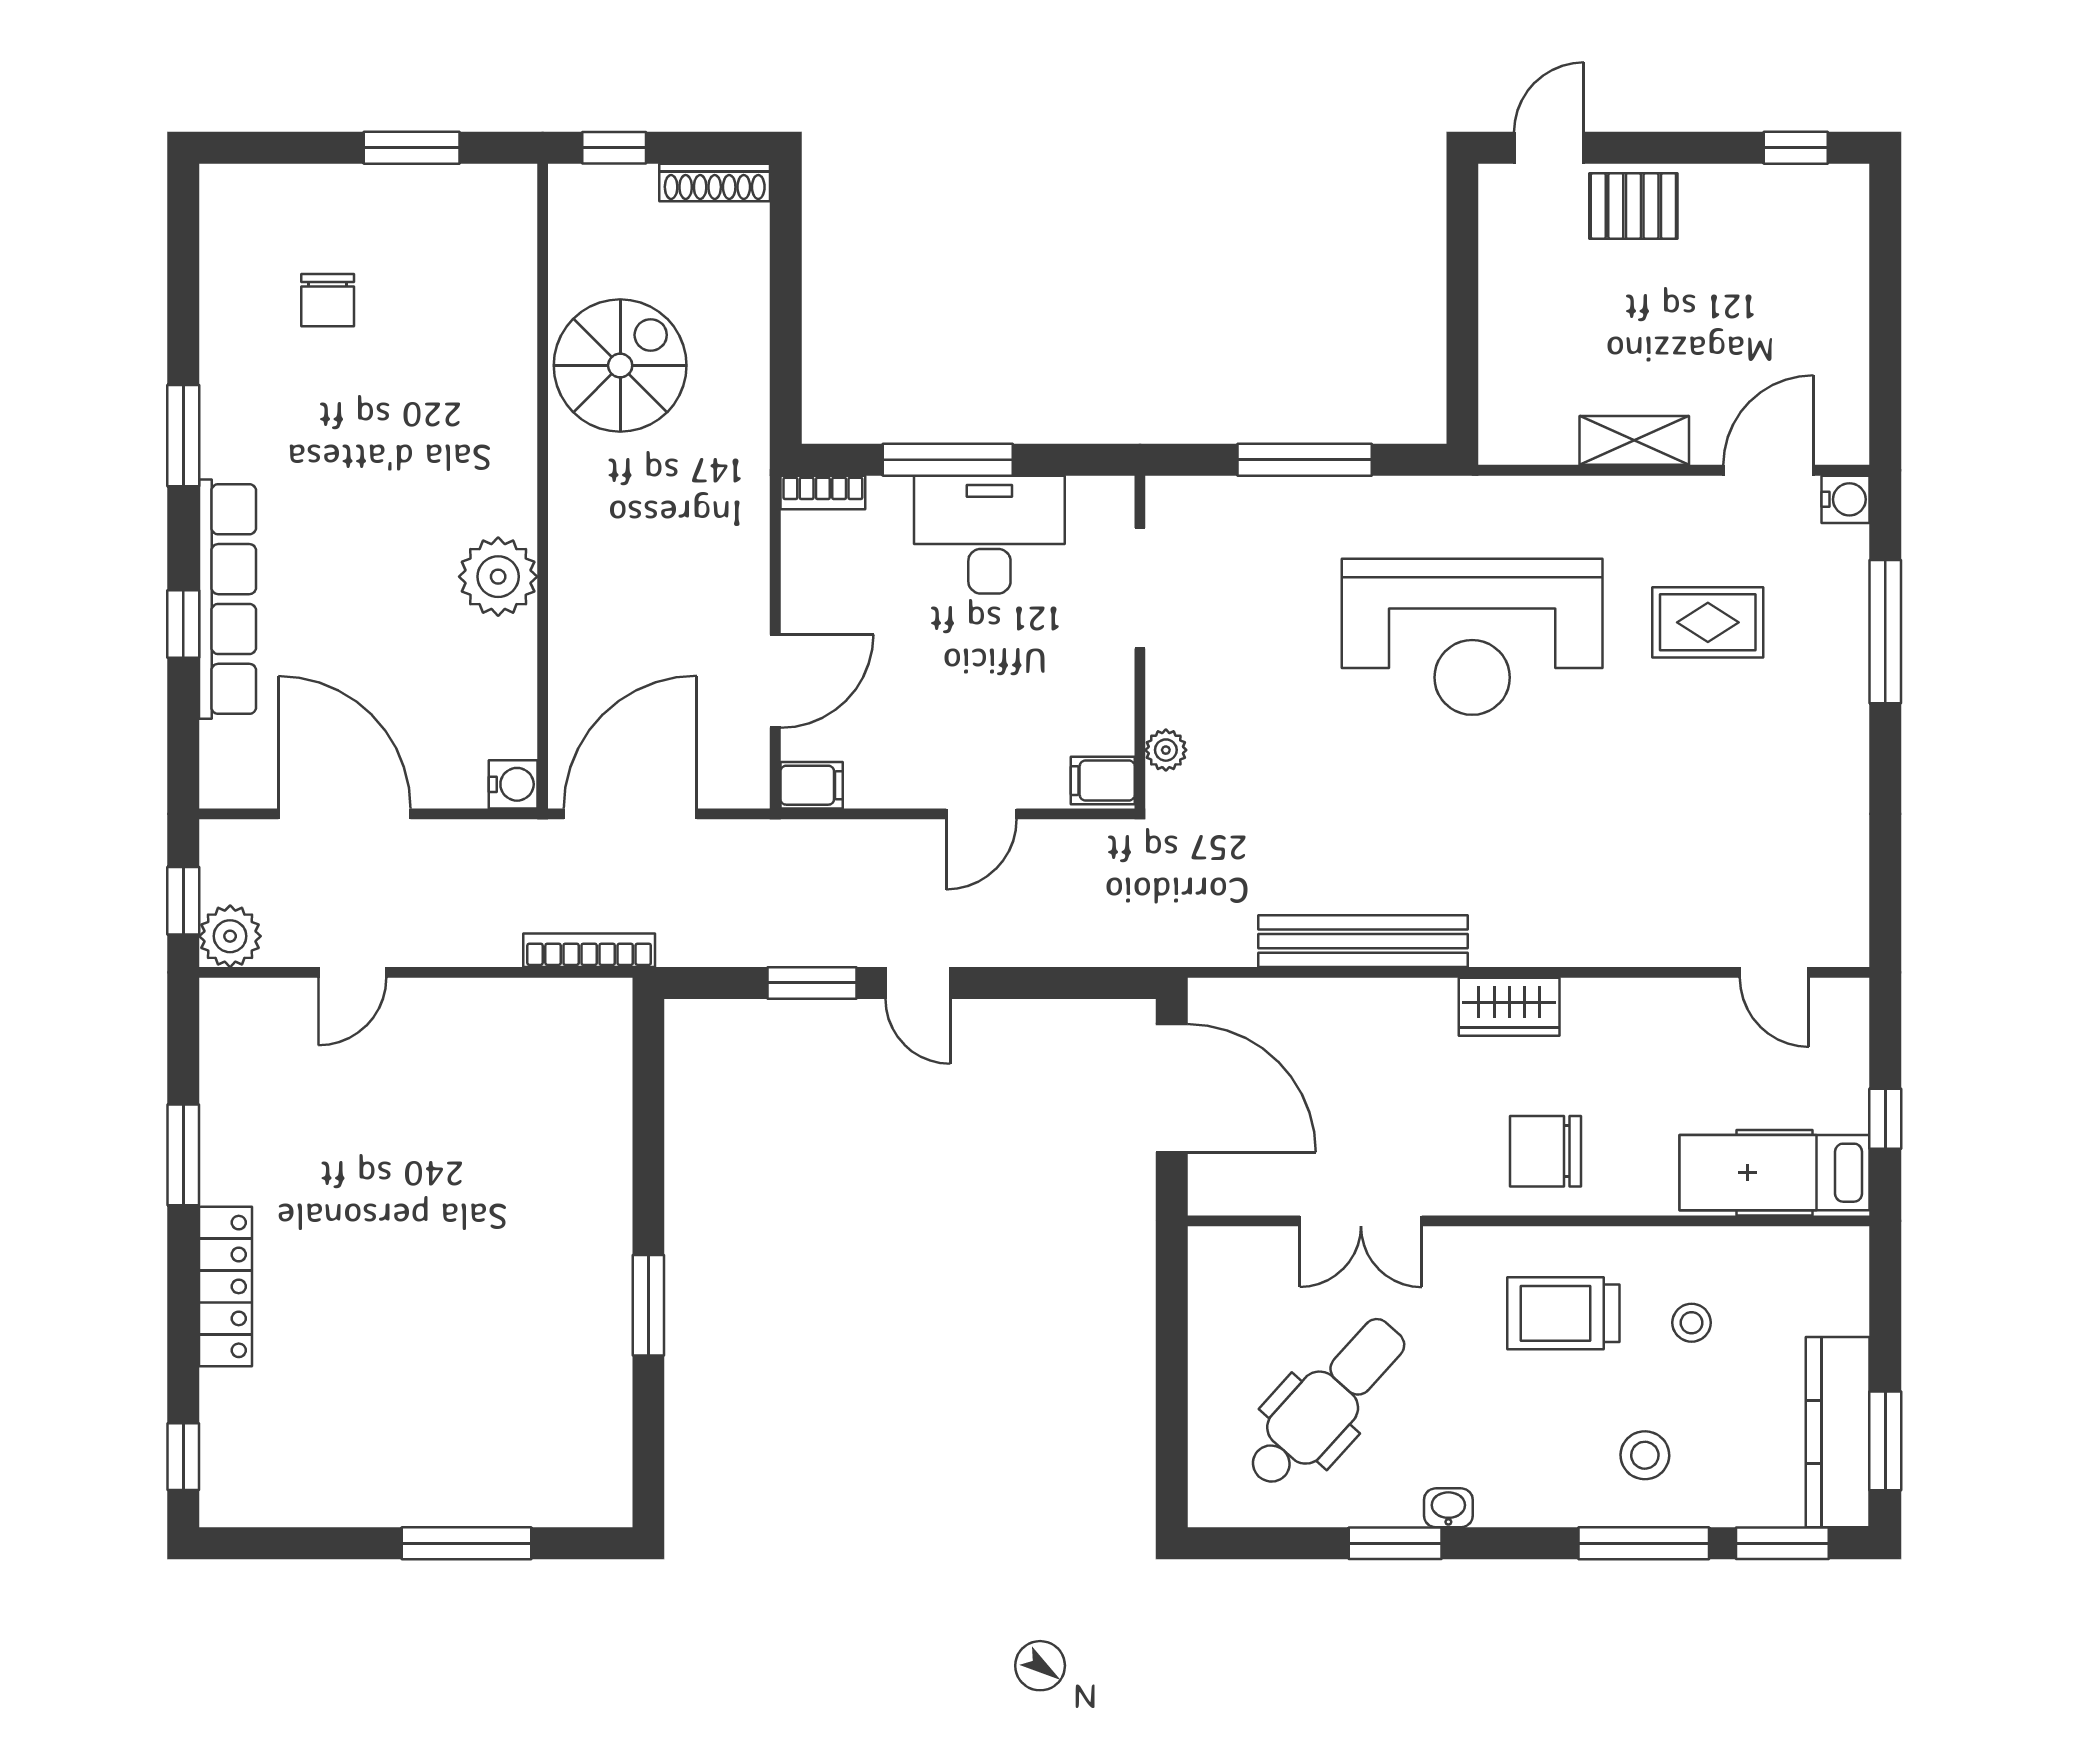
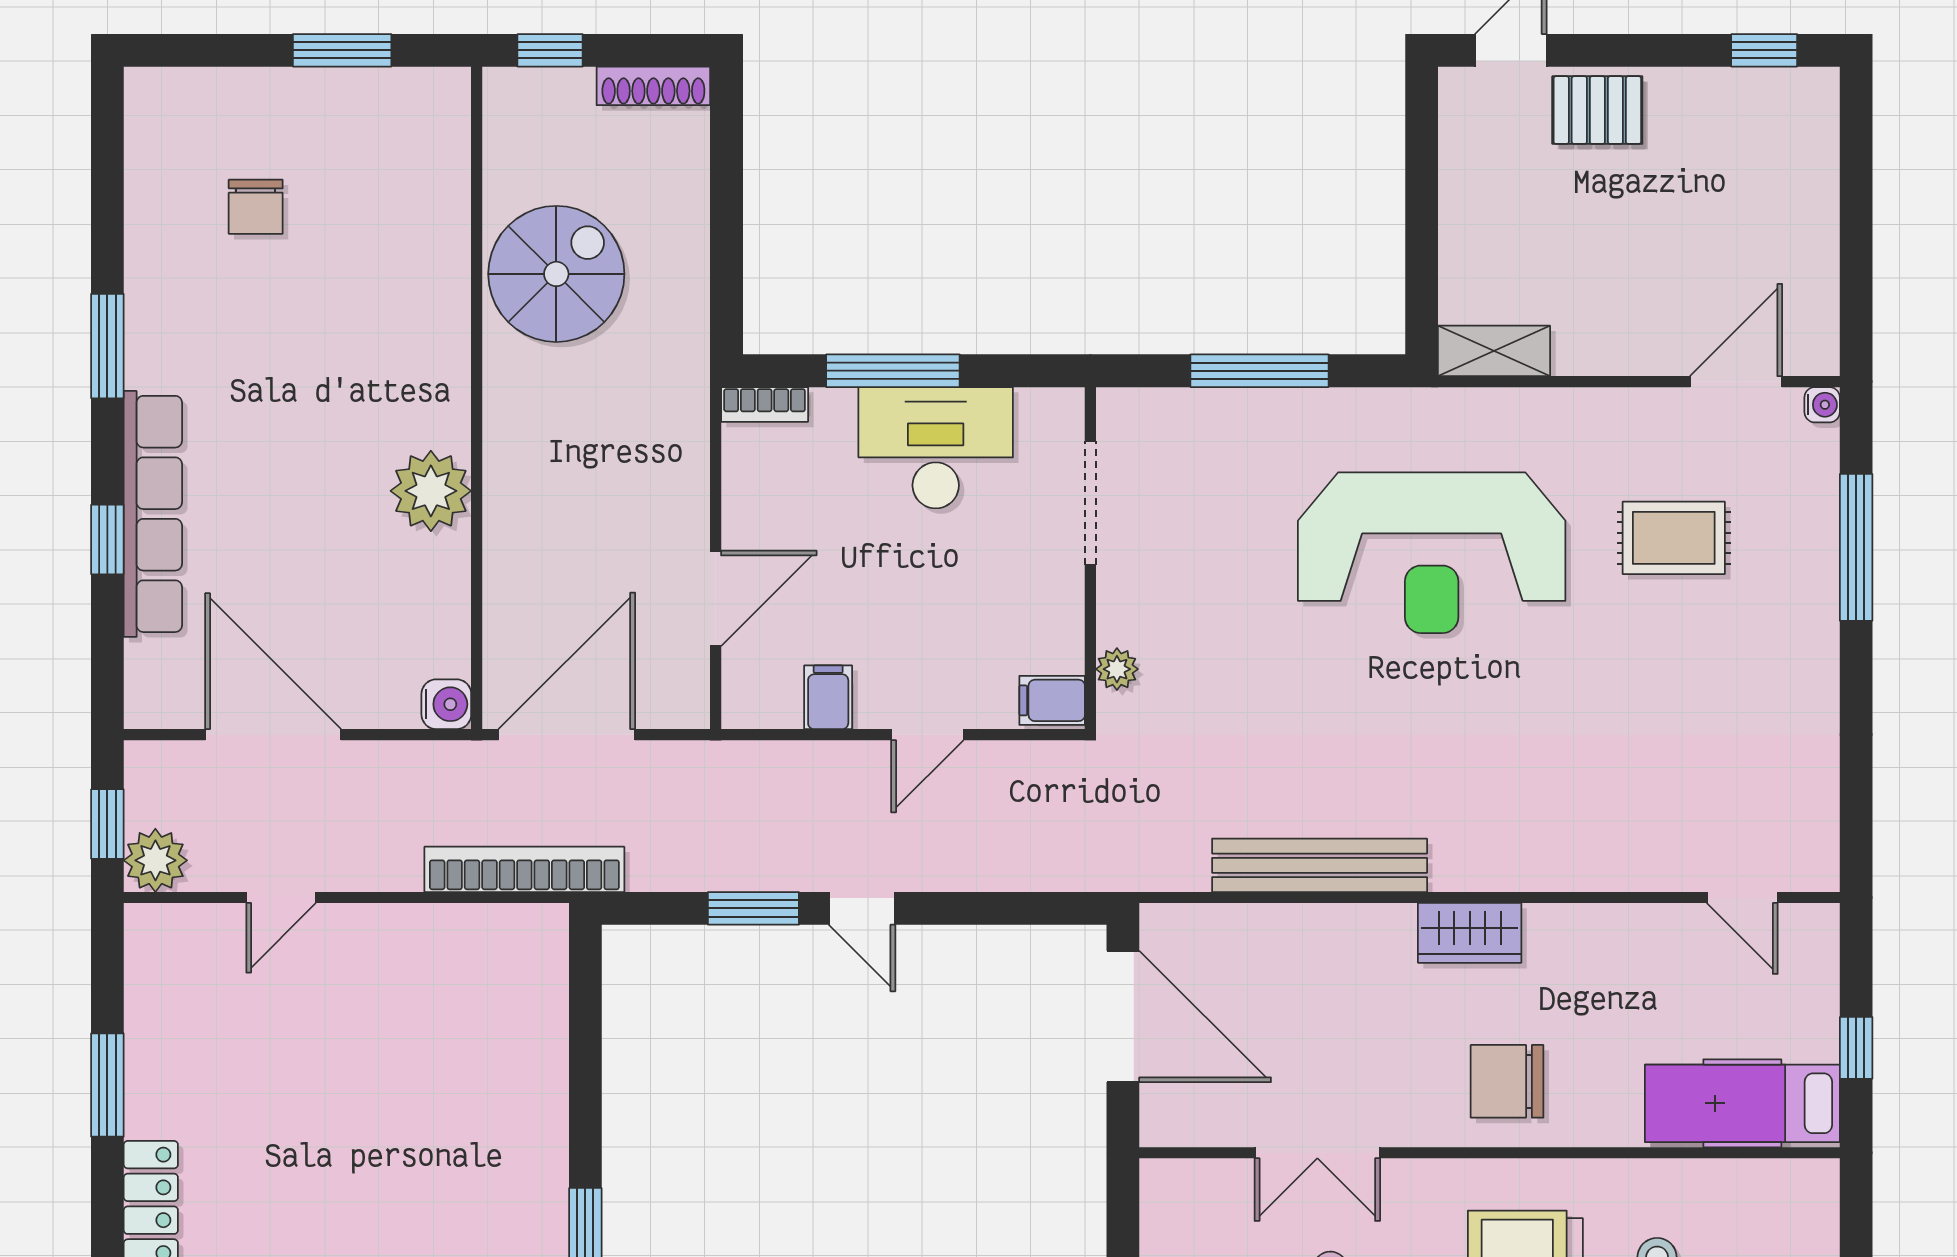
shelving: (1634, 440) -> (1494, 351), moved
water cooler: (1846, 499) -> (1822, 405), width x0.72, depth x0.72
filing cabinet: (812, 785) -> (828, 697), moved, turned -90
bookcase: (589, 950) -> (524, 869), width x1.48, depth x1.31

